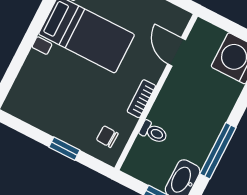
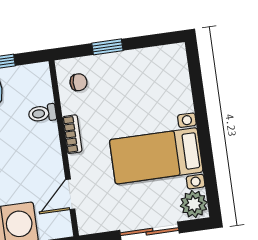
door: (177, 52) -> (70, 194), swing flipped

